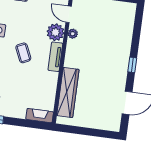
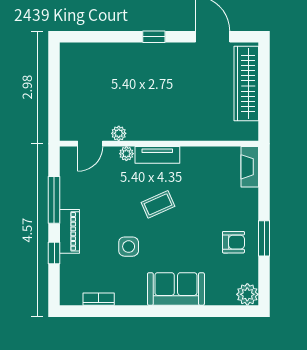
plant: (55, 32) -> (126, 154), width x0.53, depth x0.53
wardrobe: (68, 92) -> (246, 83), moved, turned -90

